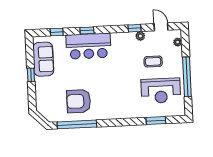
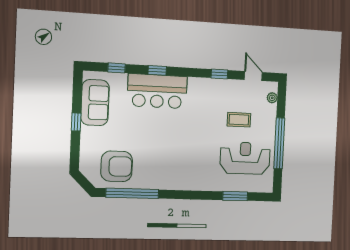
plant: (140, 36) -> (226, 85), removed
reception desk: (161, 91) -> (245, 158), turned 180
armchair: (79, 101) -> (117, 166), moved, turned 180

